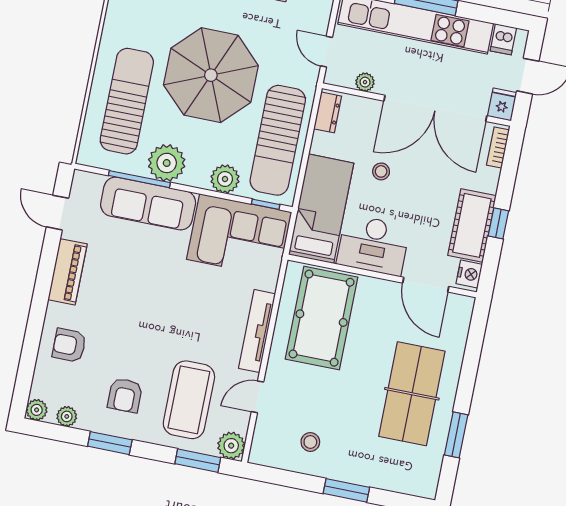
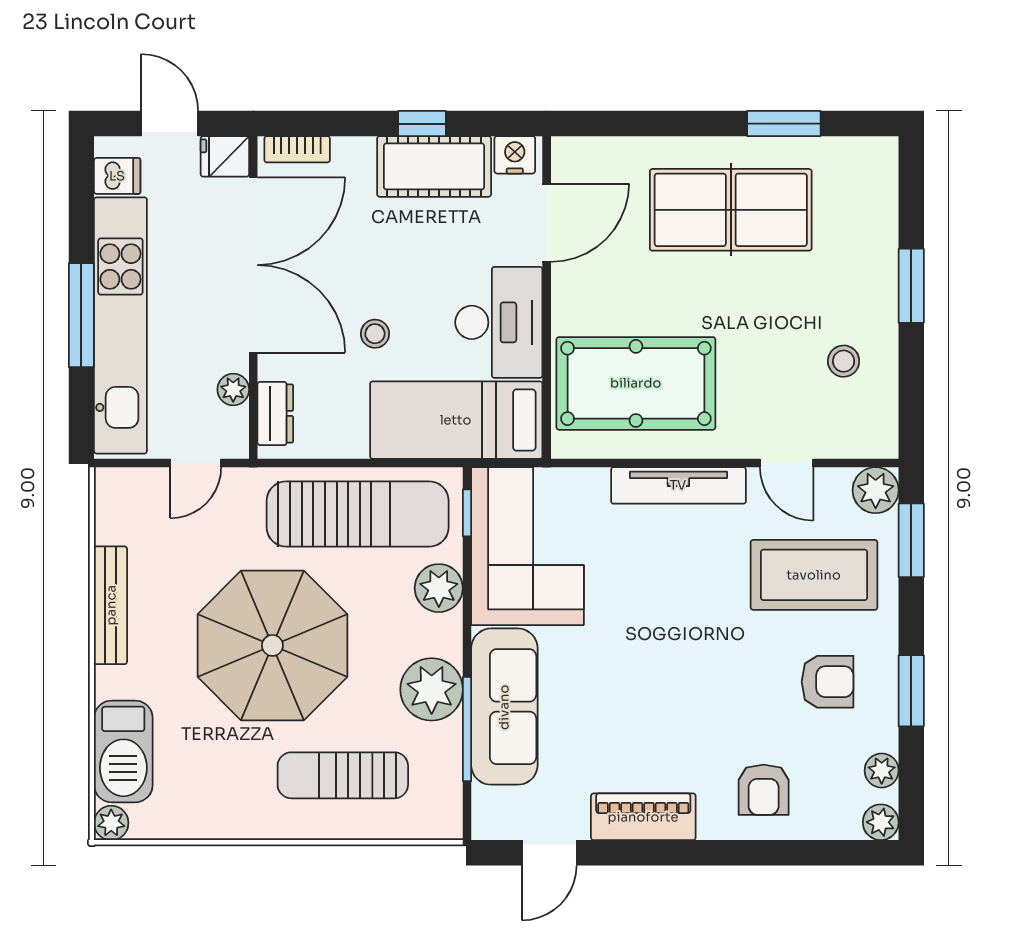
sun lounger: (127, 101) -> (343, 775), width x0.73, depth x0.75
dresser: (328, 112) -> (275, 413), moved, turned 90

